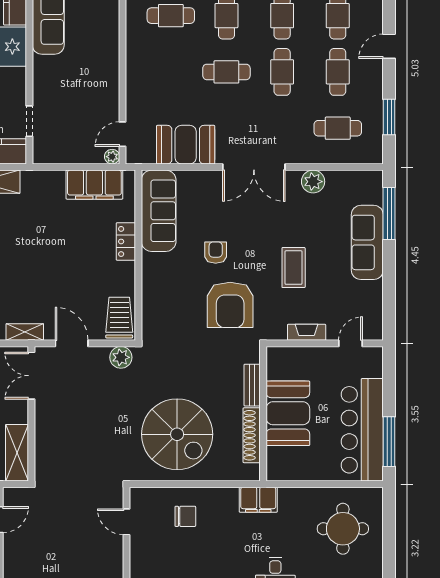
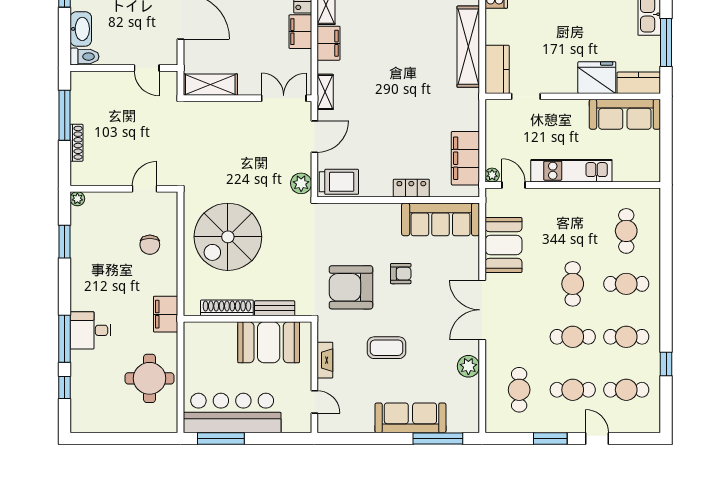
kitchen unit: (108, 73) -> (571, 171), added
window: (389, 117) -> (550, 439), moved
booth: (288, 413) -> (269, 342), moved
round table: (343, 529) -> (150, 378), moved

